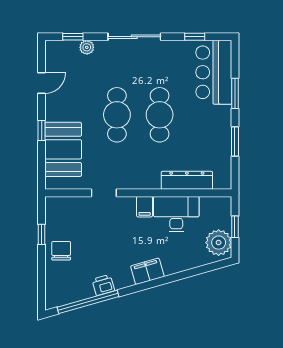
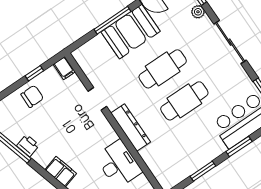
window: (42, 131) -> (112, 20), width x2.17
booth: (63, 149) -> (131, 32), moved
dresser: (187, 180) -> (131, 127), moved
filing cabinet: (145, 207) -> (64, 68), moved, turned -90

